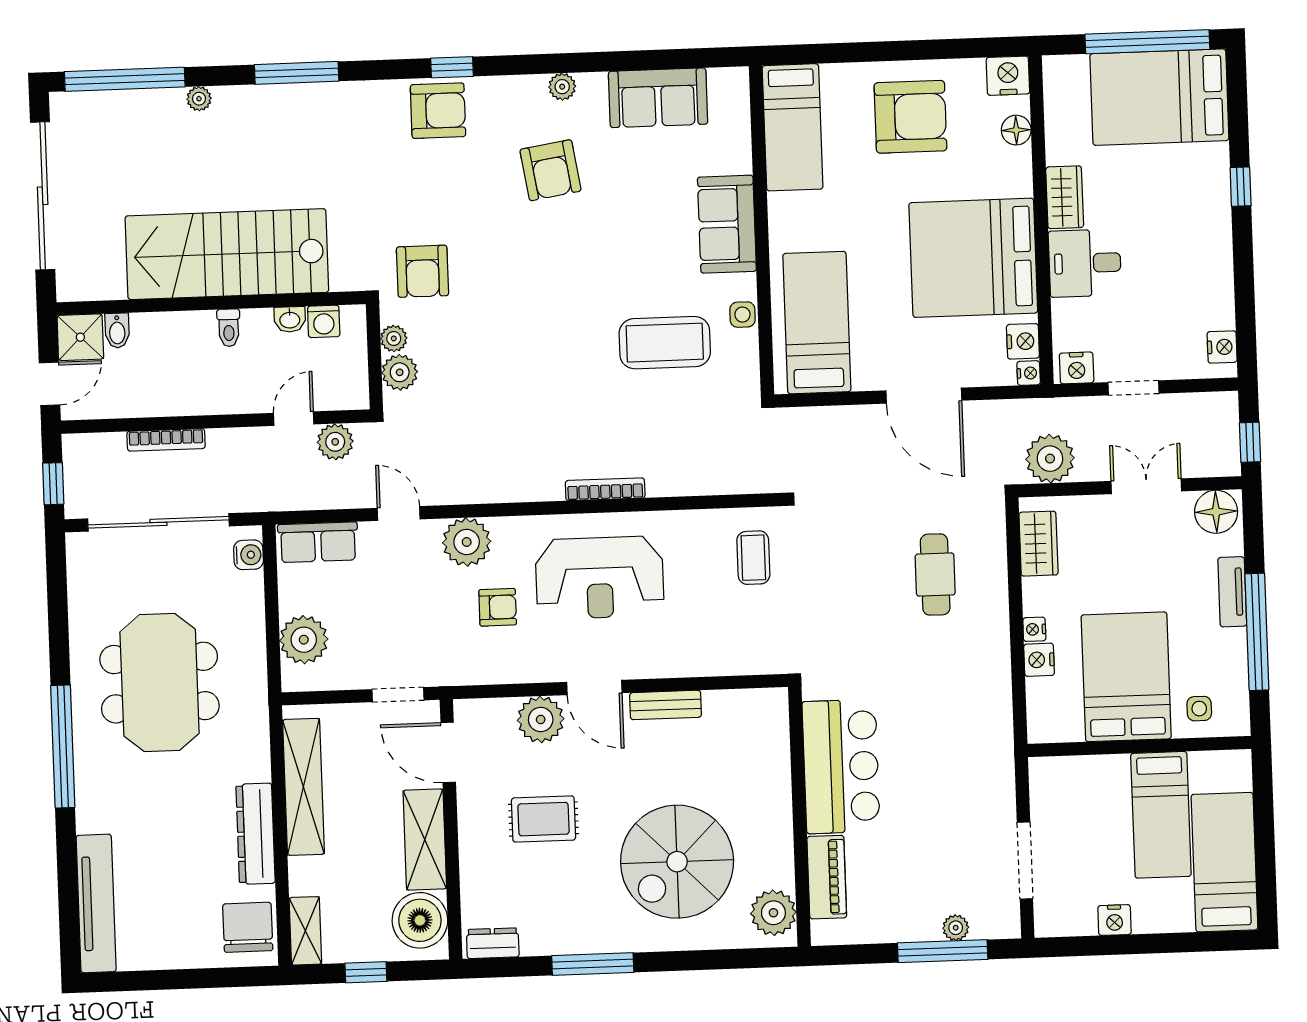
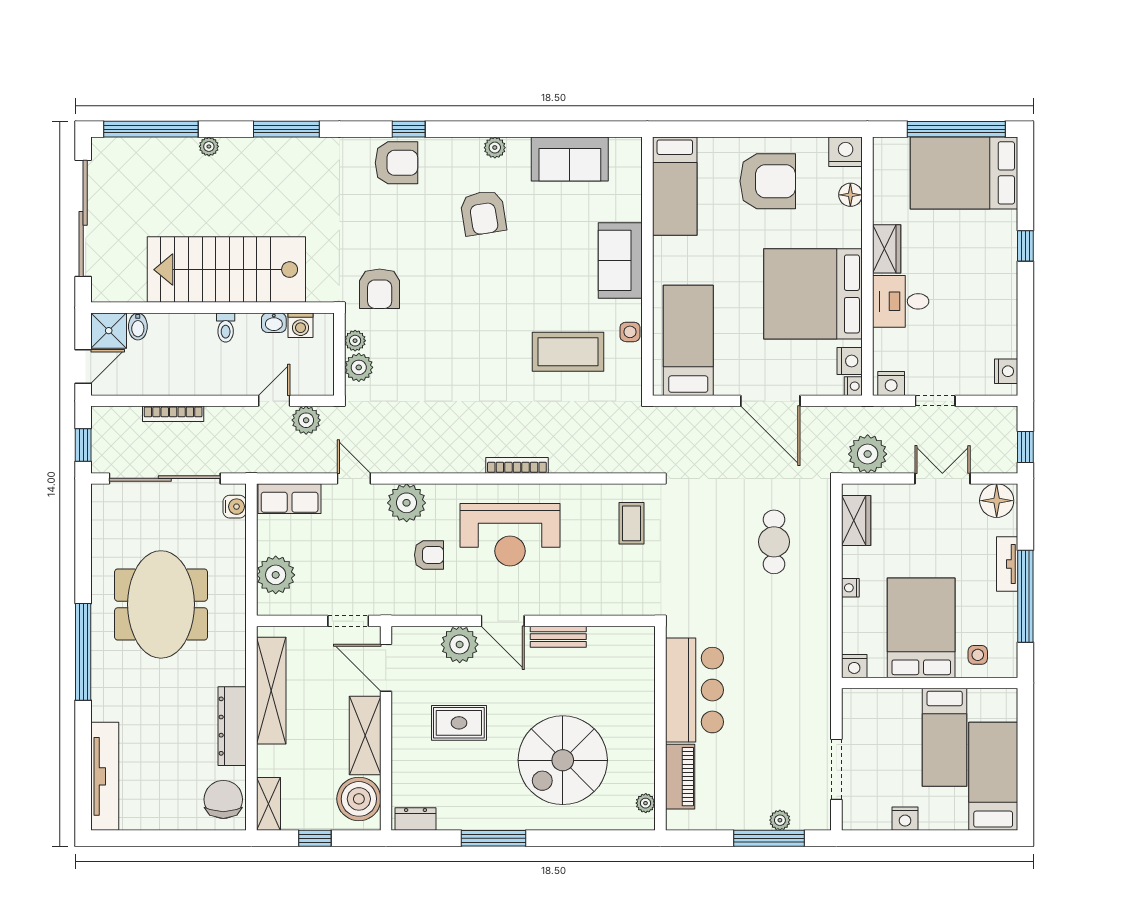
nightstand: (1039, 660) -> (854, 666), moved, turned -90
plant: (773, 913) -> (646, 803), width x0.53, depth x0.53

